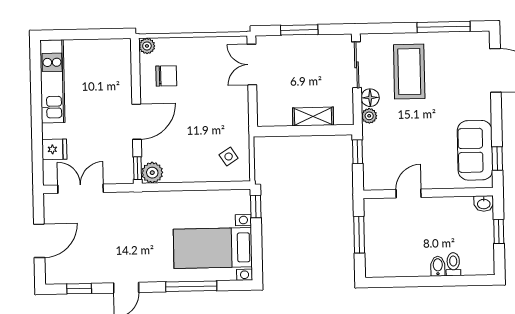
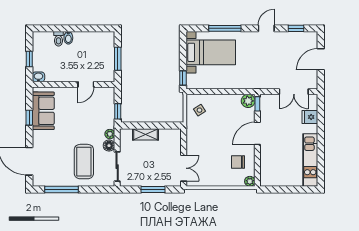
window: (497, 159) -> (29, 118), moved

